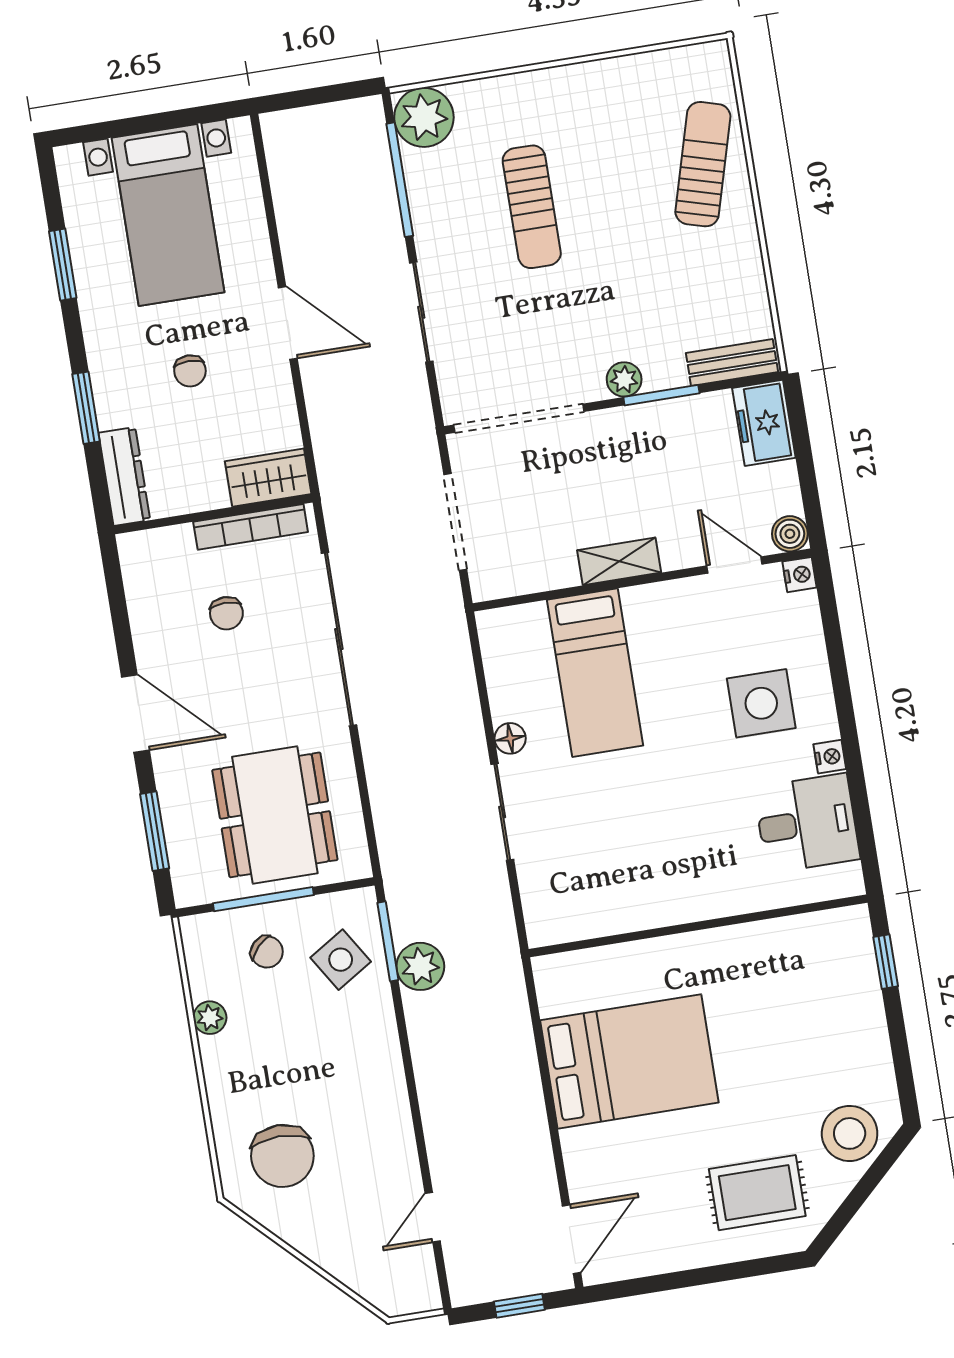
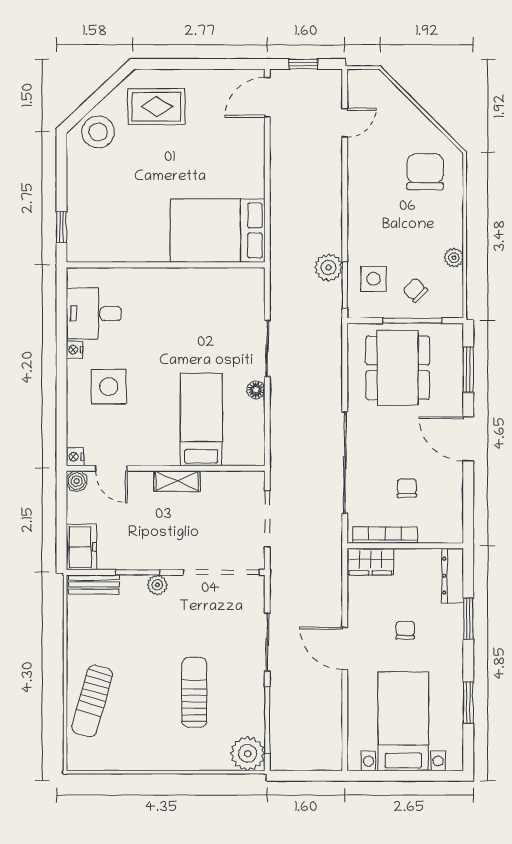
side table: (341, 960) -> (374, 279), turned 32
bed: (629, 1061) -> (218, 231), moved

